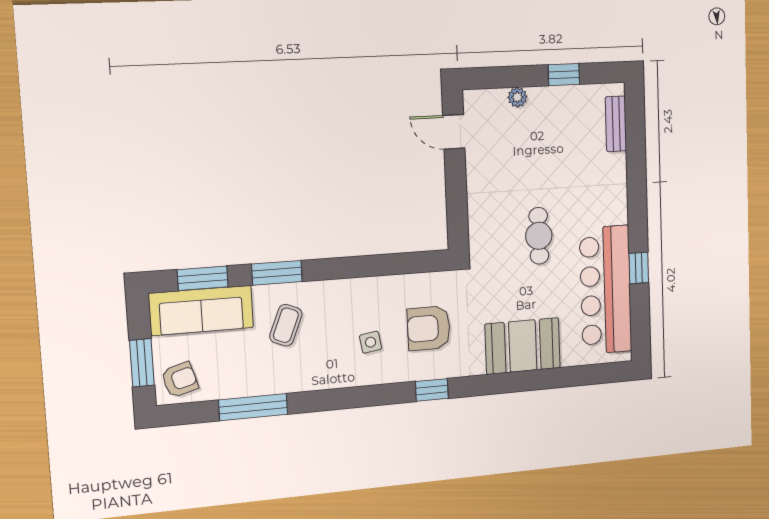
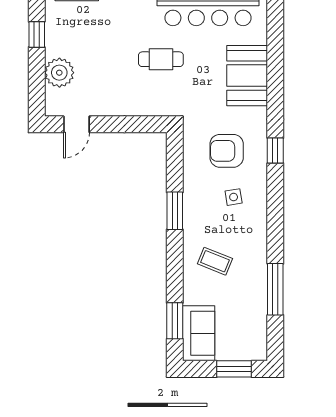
plant: (517, 97) -> (59, 73), width x1.88, depth x1.88
window: (277, 273) -> (175, 211), moved
sofa: (201, 310) -> (199, 333), width x0.73
armchair: (429, 328) -> (227, 151), turned 90
armchair: (180, 380) -> (249, 342), removed

